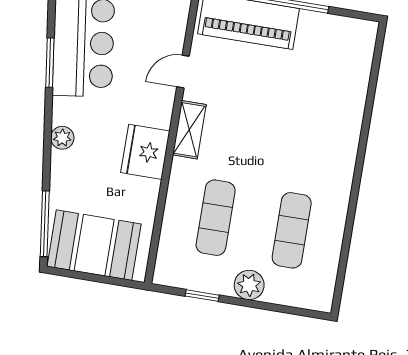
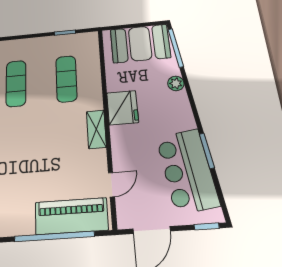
door: (183, 72) -> (112, 185), moved
plant: (62, 138) -> (176, 83), moved
plant: (249, 285) -> (37, 46), removed

